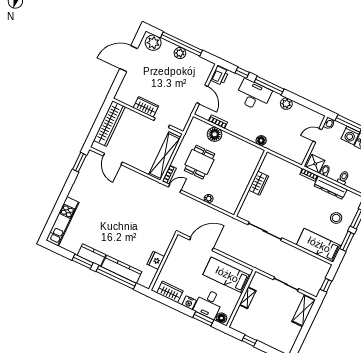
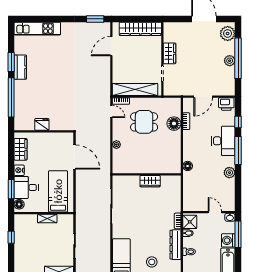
kitchen counter: (122, 269) -> (20, 99), removed

